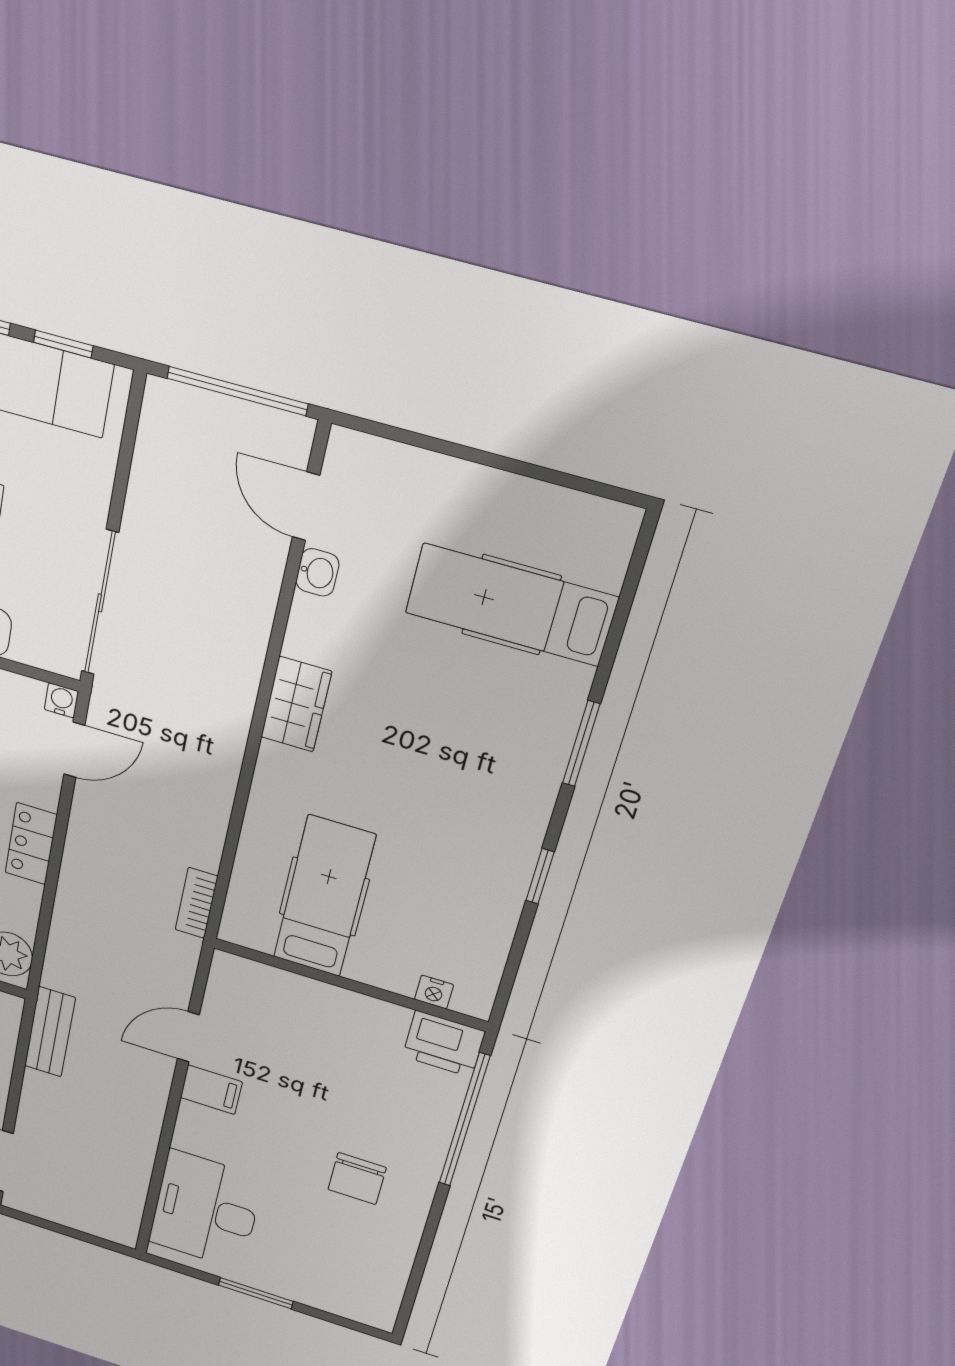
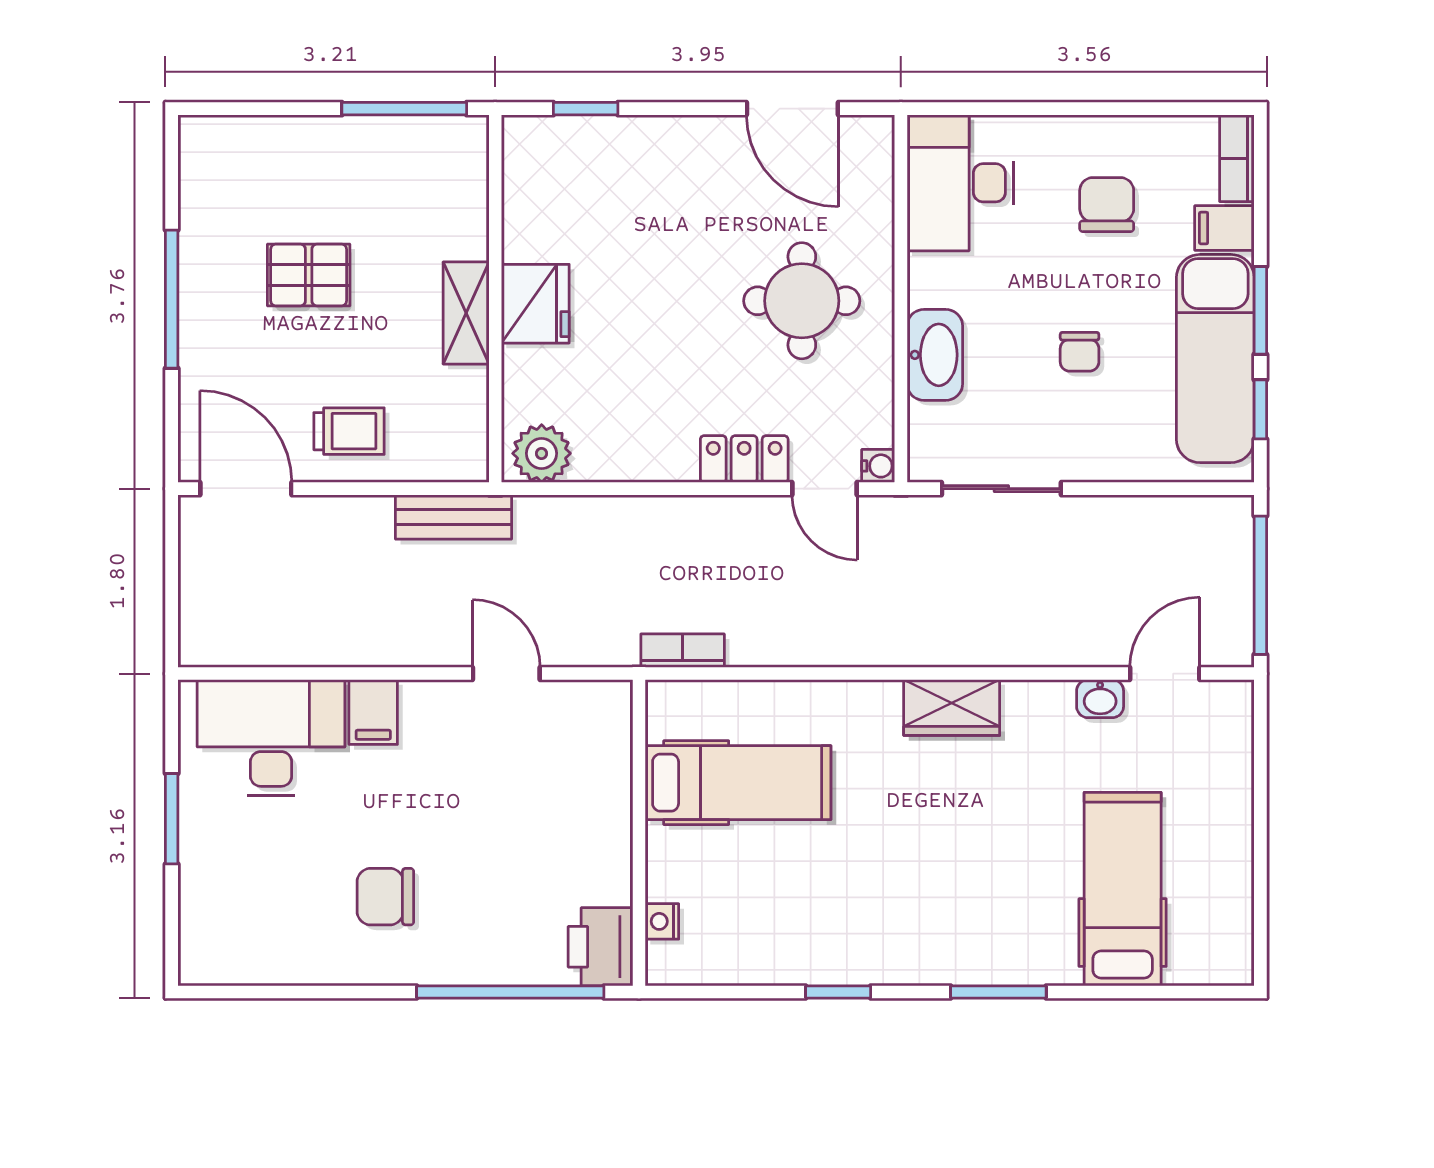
sliding door: (100, 603) -> (1001, 489), width x0.73
locker: (31, 844) -> (744, 459), moved
filing cabinet: (211, 1090) -> (373, 712), moved

